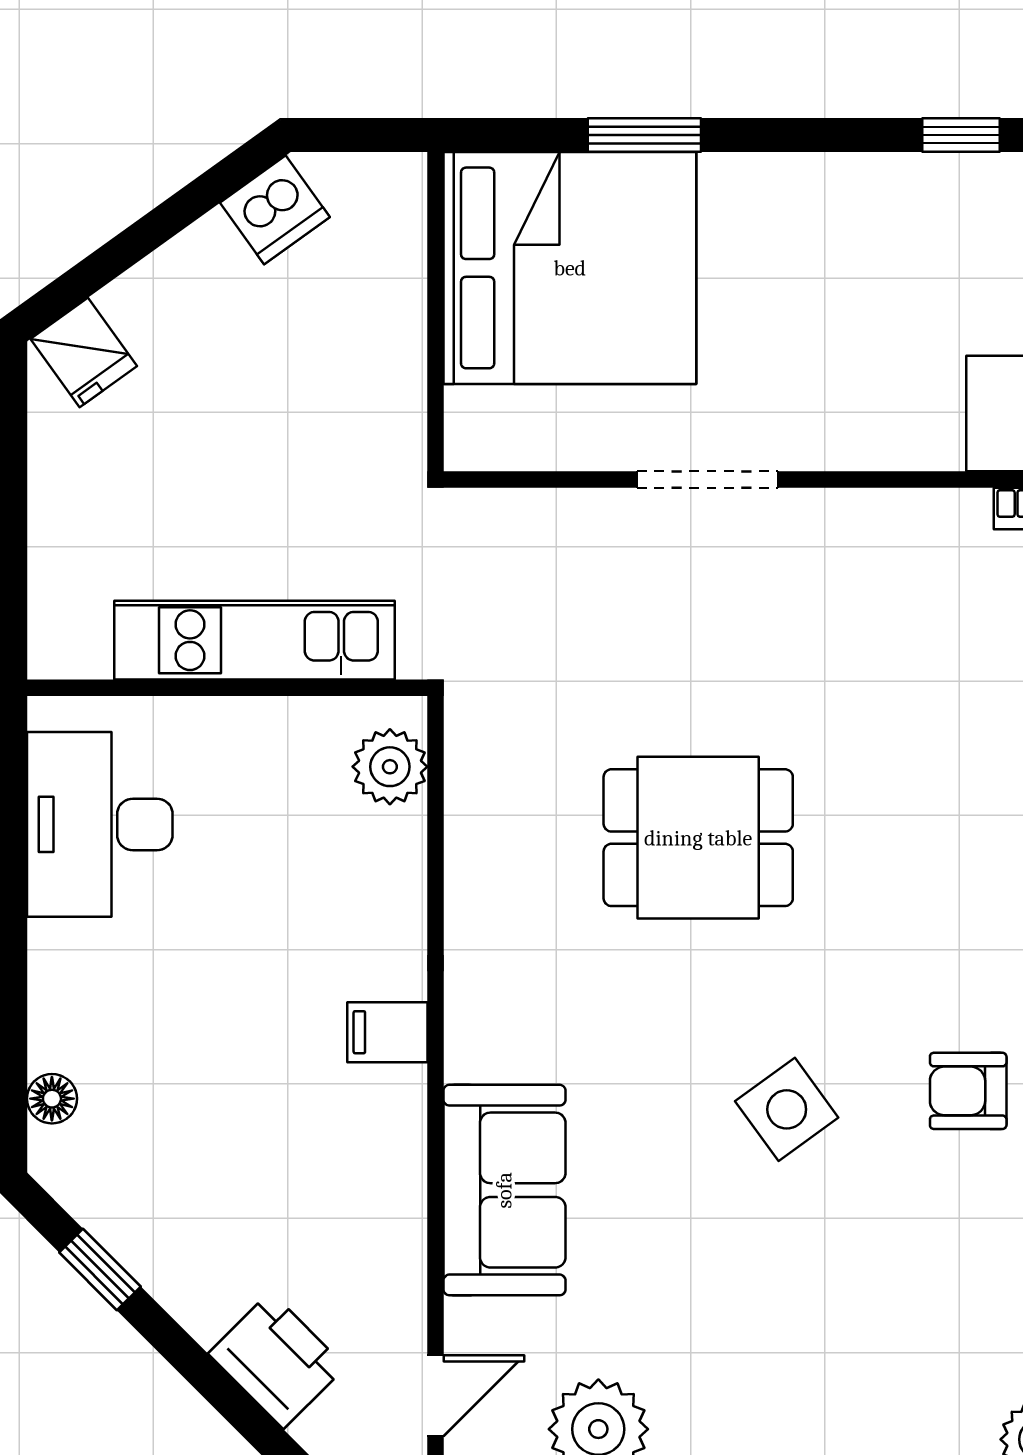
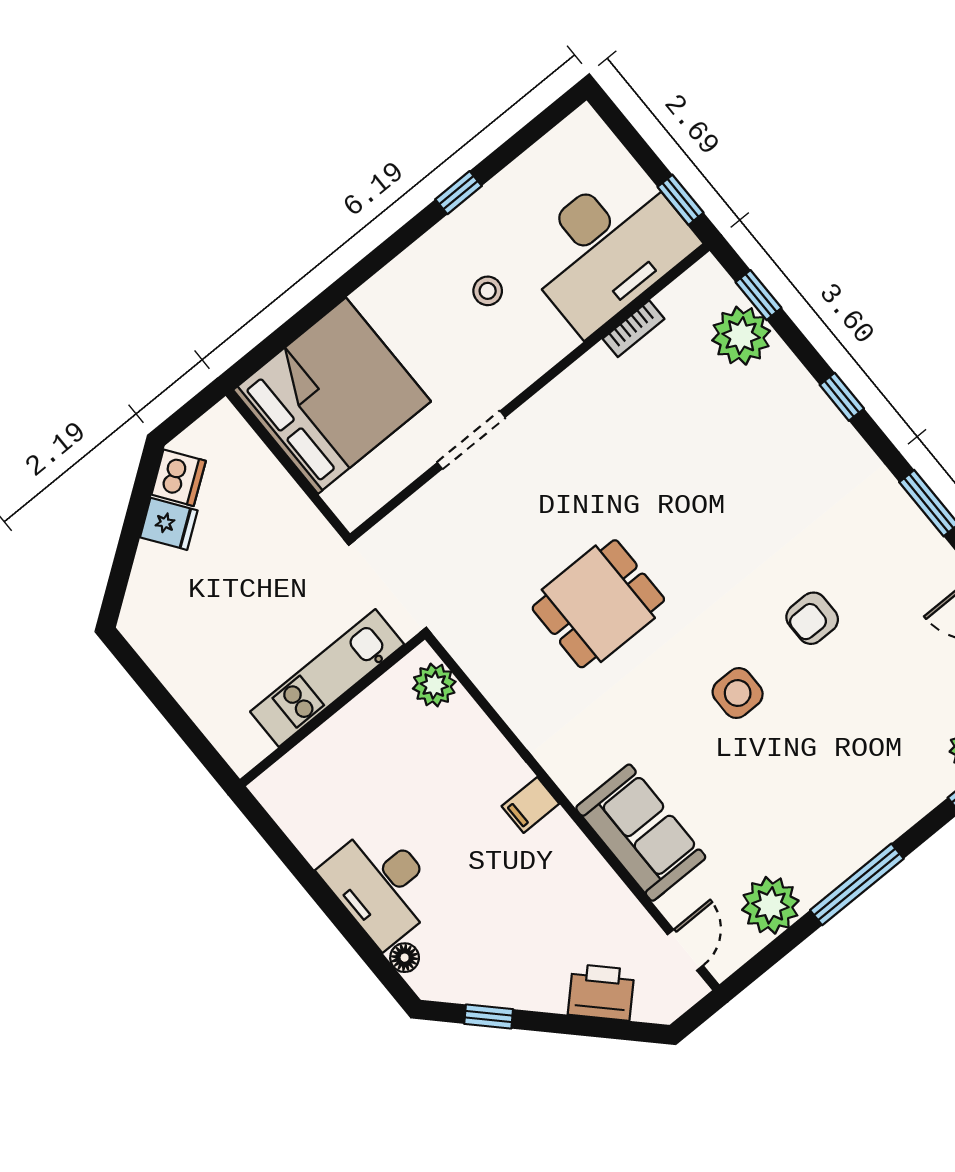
window: (644, 135) -> (317, 309), removed
stool: (893, 298) -> (488, 291), added
fridge: (84, 352) -> (169, 524), moved
desk: (100, 824) -> (381, 885), moved
side table: (787, 1109) -> (738, 693), turned 36

